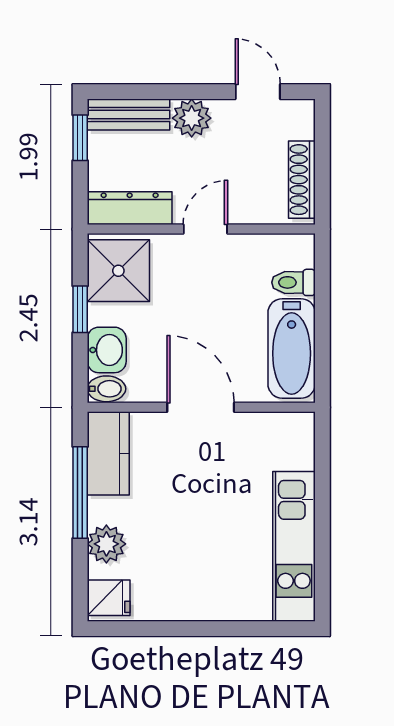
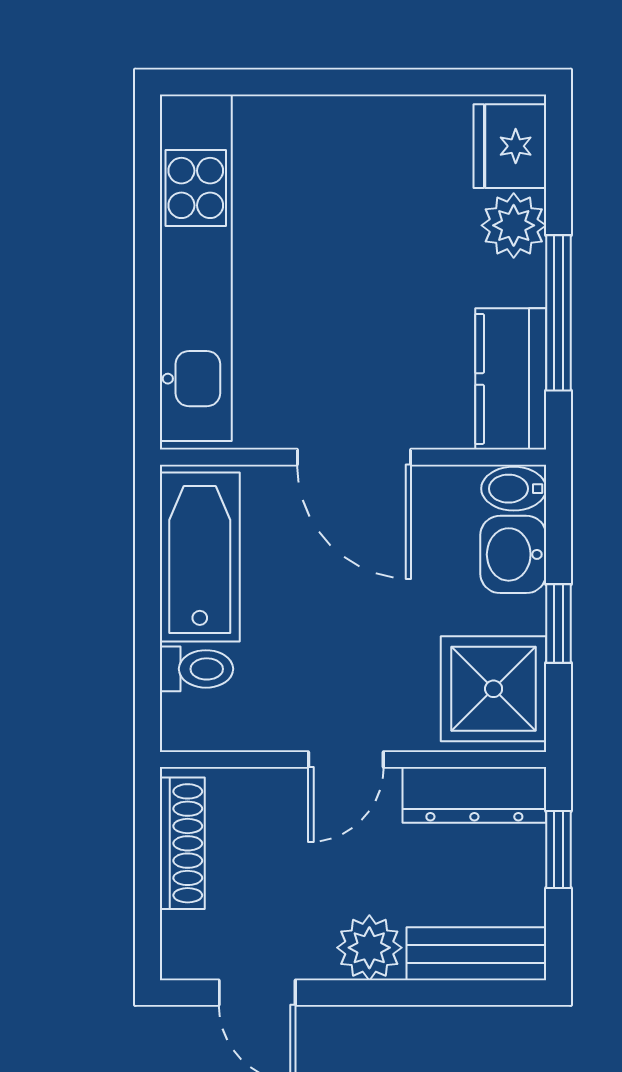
window: (80, 138) -> (558, 849), moved
kitchen unit: (294, 546) -> (196, 268), width x1.36
fridge: (109, 598) -> (510, 146), width x1.38

